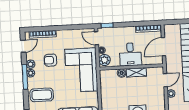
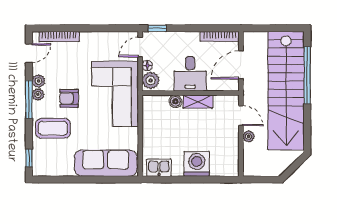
door: (96, 38) -> (140, 47), hinge flipped
armchair: (50, 60) -> (69, 98), moved
door: (165, 80) -> (241, 116), hinge flipped

